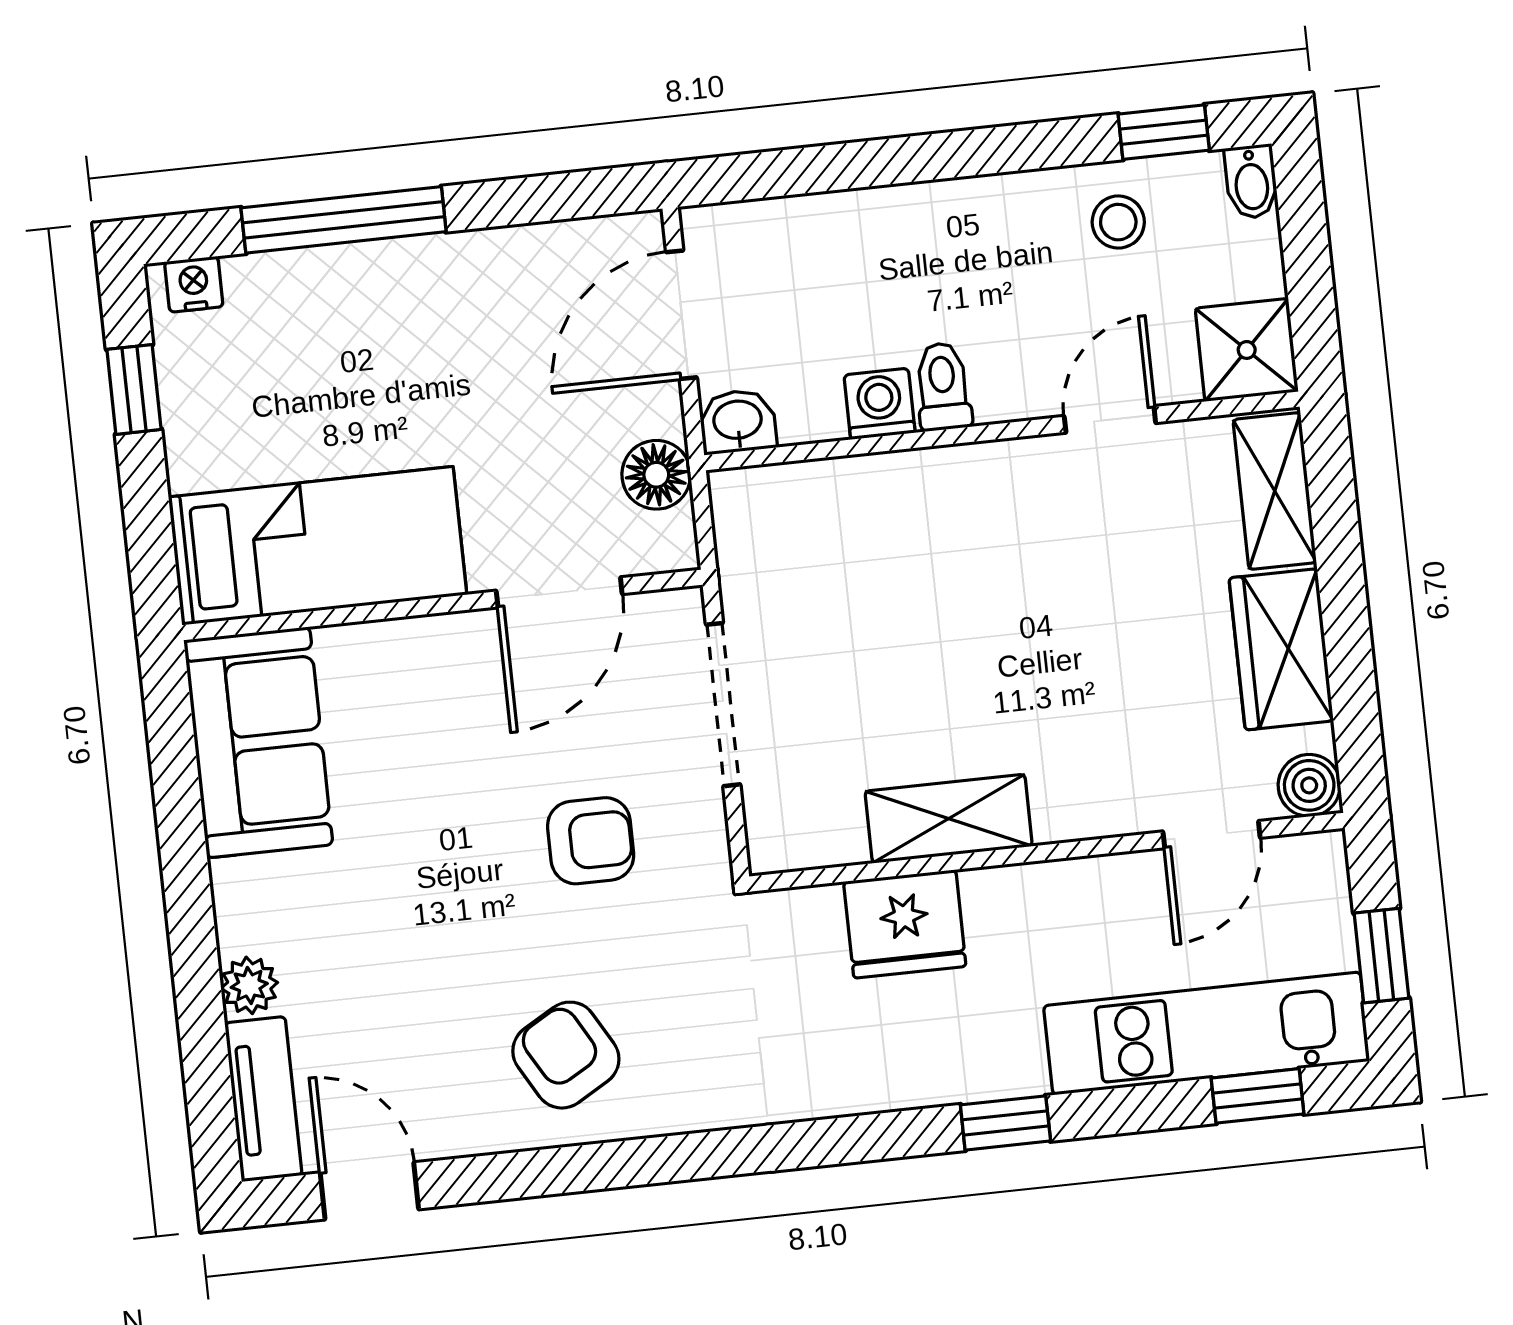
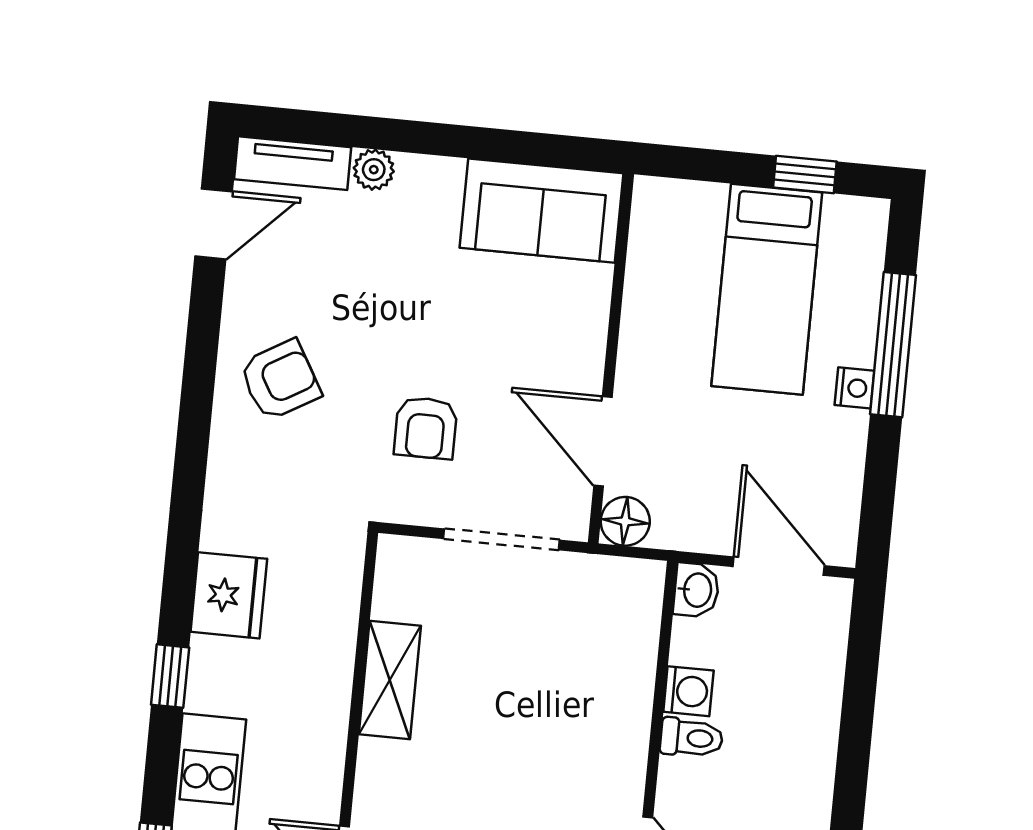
nightstand: (194, 284) -> (854, 388), moved
floor lamp: (656, 475) -> (625, 521), moved
bed: (318, 546) -> (767, 289), moved
fridge: (905, 924) -> (229, 595), moved, turned 180

